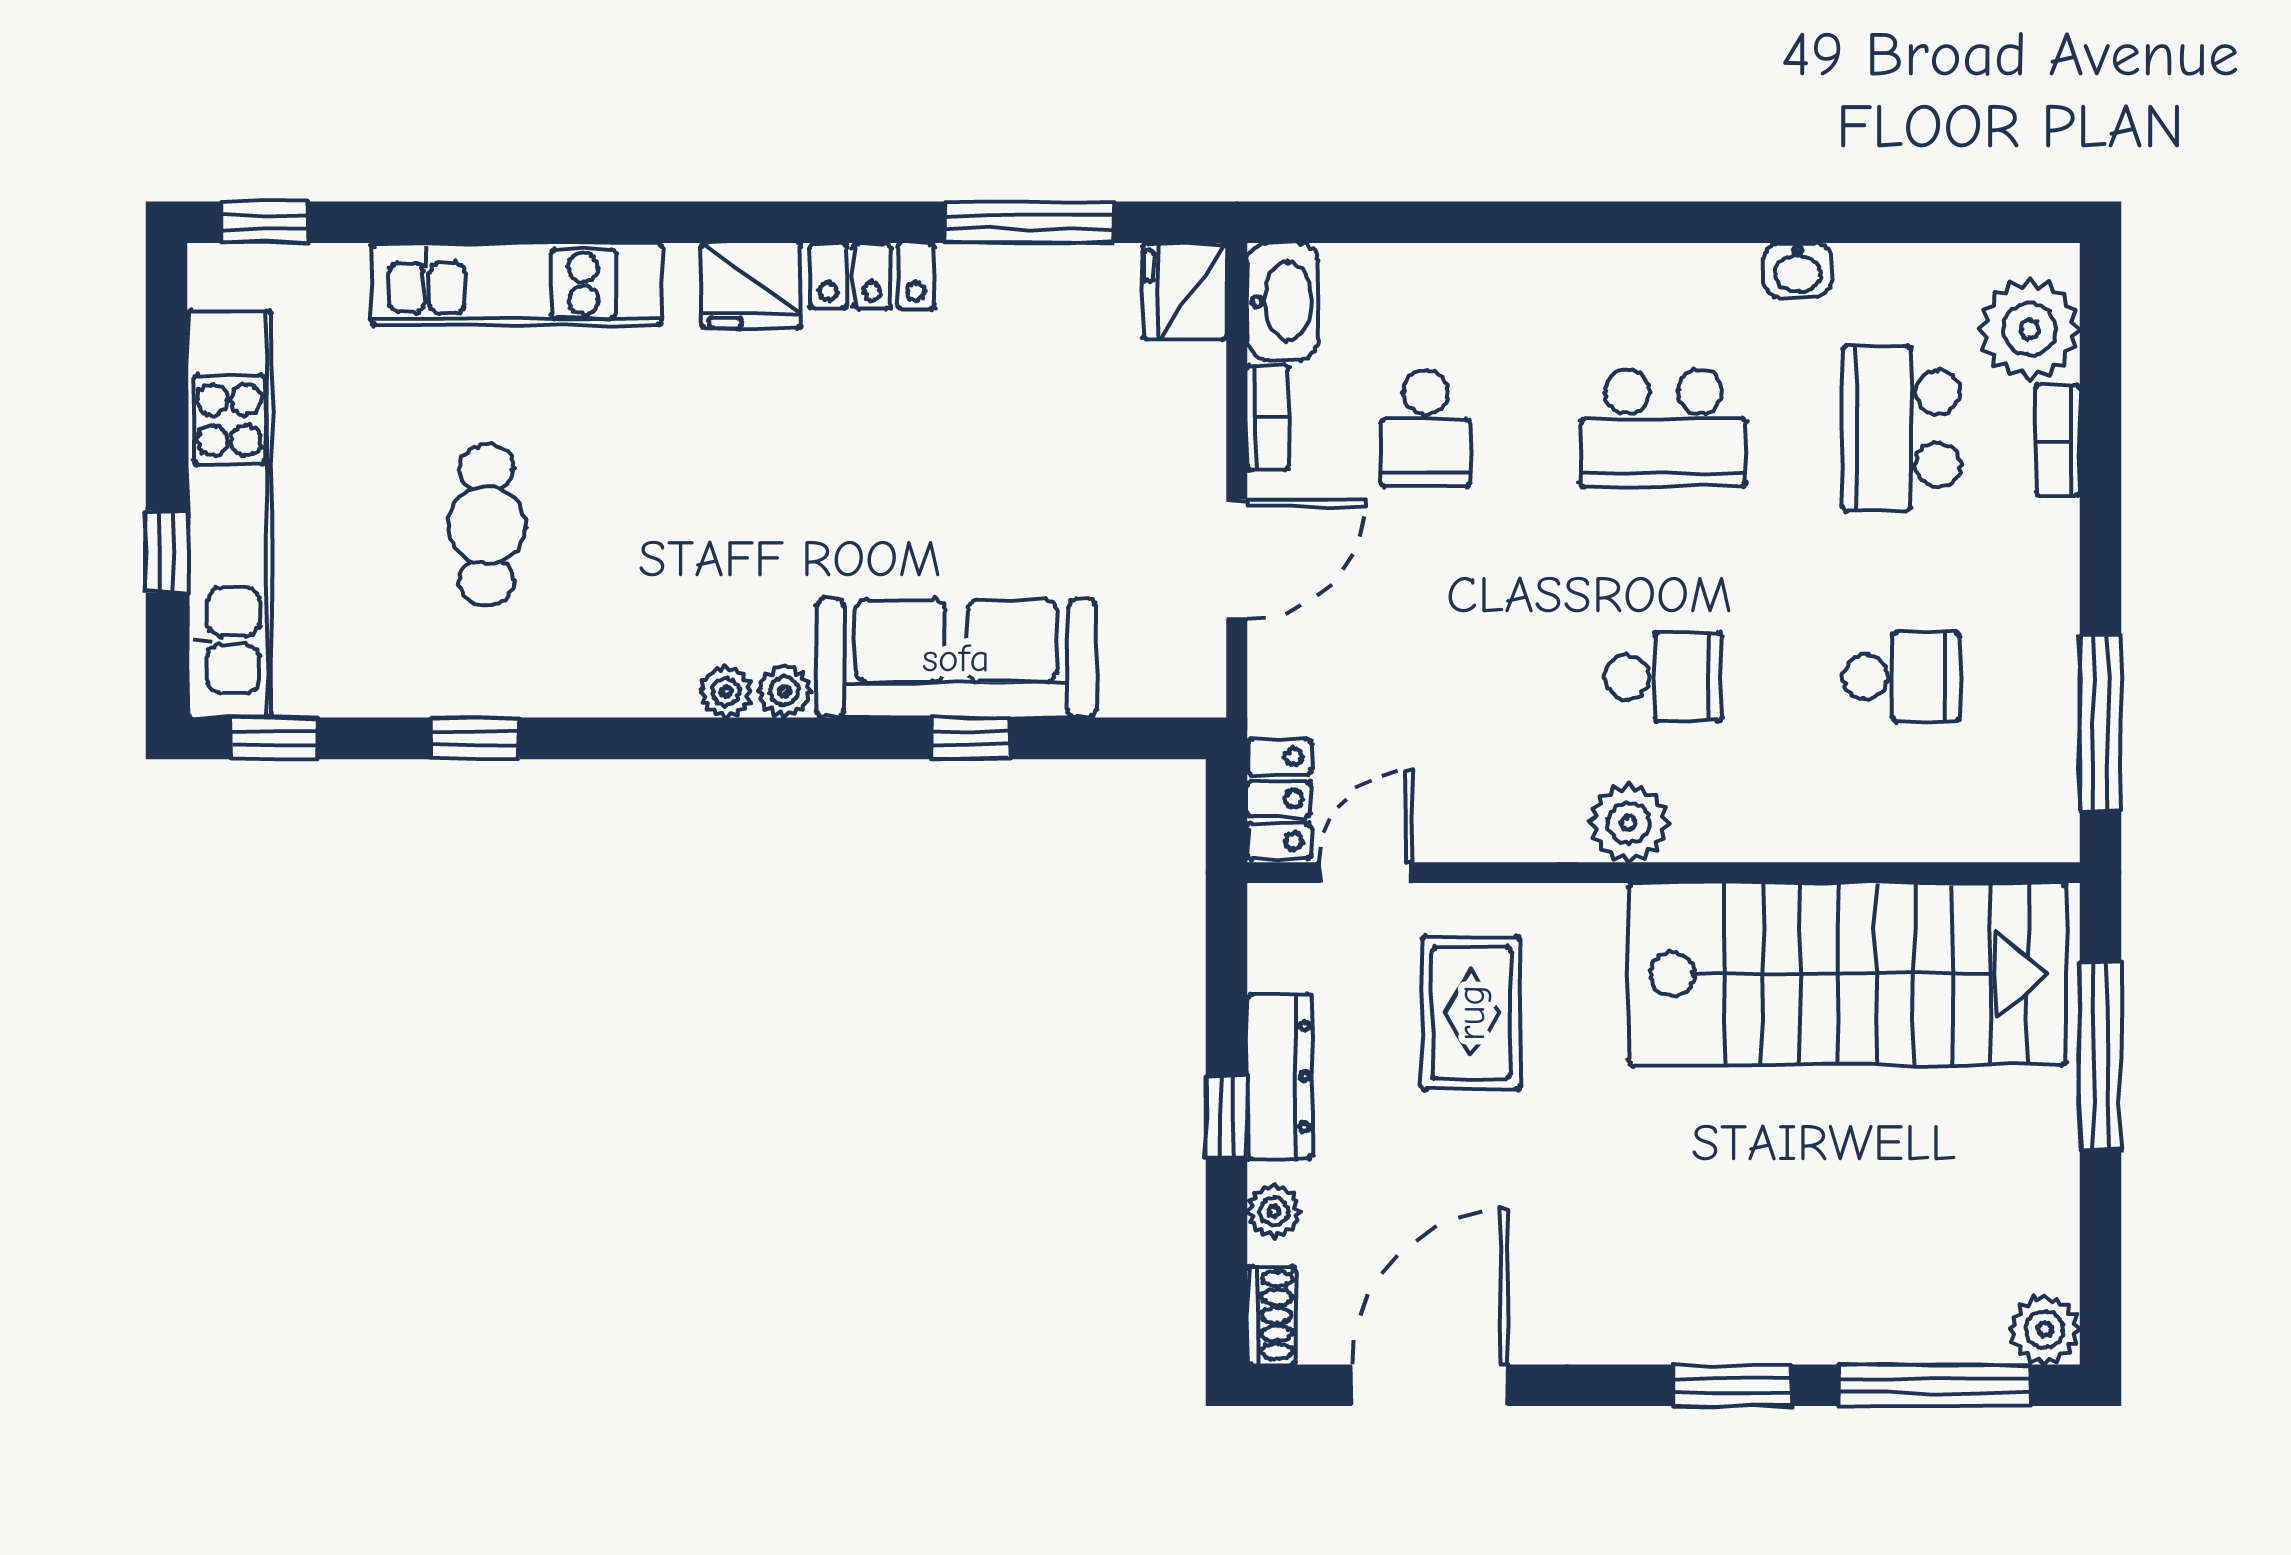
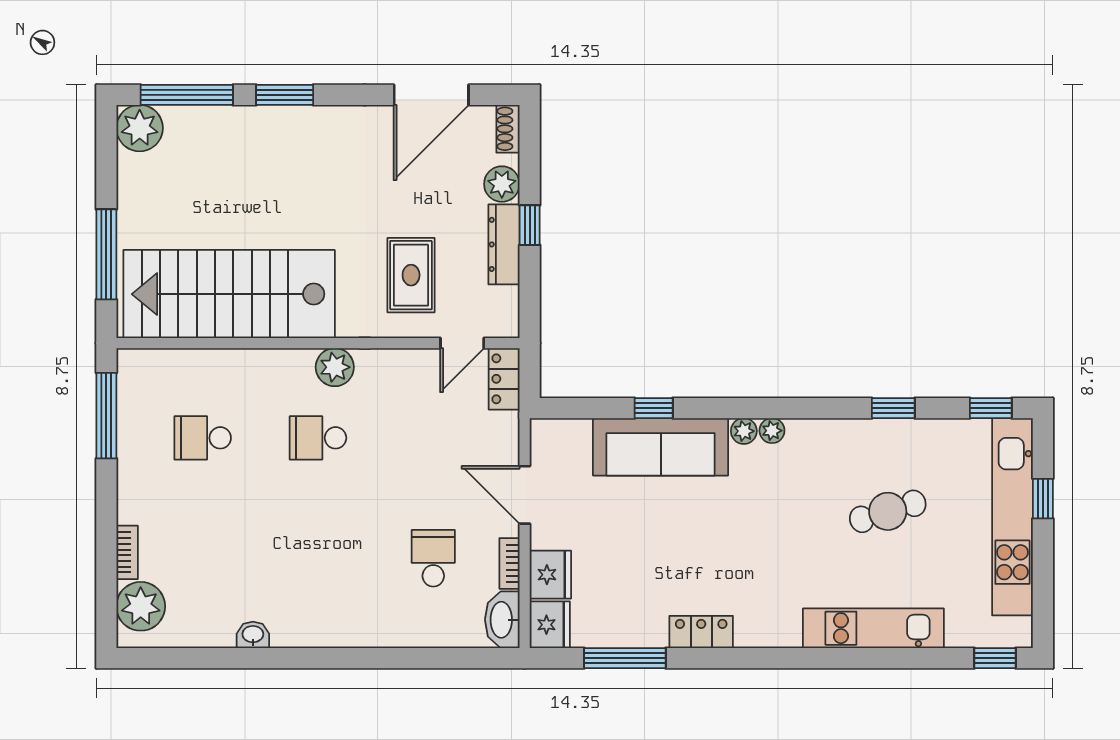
fridge: (751, 286) -> (550, 575), moved, turned 90
school desk: (1663, 428) -> (318, 558), removed
school desk: (1902, 428) -> (203, 558), removed
cafe table: (487, 525) -> (888, 511), turned 73
door: (1237, 559) -> (525, 495), hinge flipped
plant: (1274, 1211) -> (502, 184), width x1.38, depth x1.38
plant: (2045, 1329) -> (140, 128), width x1.36, depth x1.36

